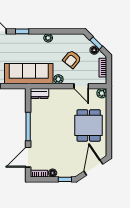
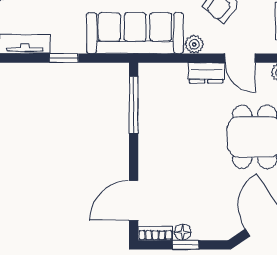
dresser: (39, 93) -> (206, 73), moved
window: (28, 127) -> (134, 105), moved
window: (65, 179) -> (186, 245), moved

